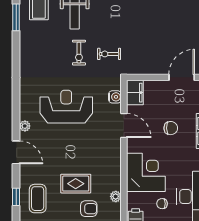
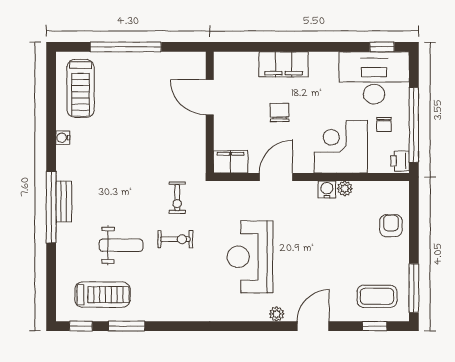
water cooler: (115, 97) -> (327, 189), moved
rug: (76, 184) -> (356, 244), removed
plant: (116, 196) -> (345, 188), moved

